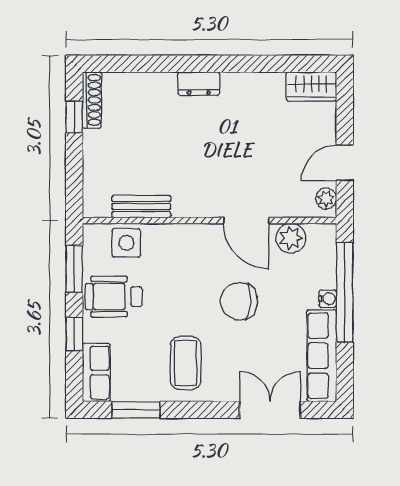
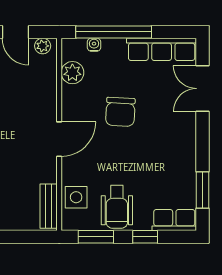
bench: (141, 207) -> (49, 206), moved
door: (246, 221) -> (59, 139), moved
water cooler: (328, 299) -> (94, 45), moved
coffee table: (186, 363) -> (167, 152), removed

